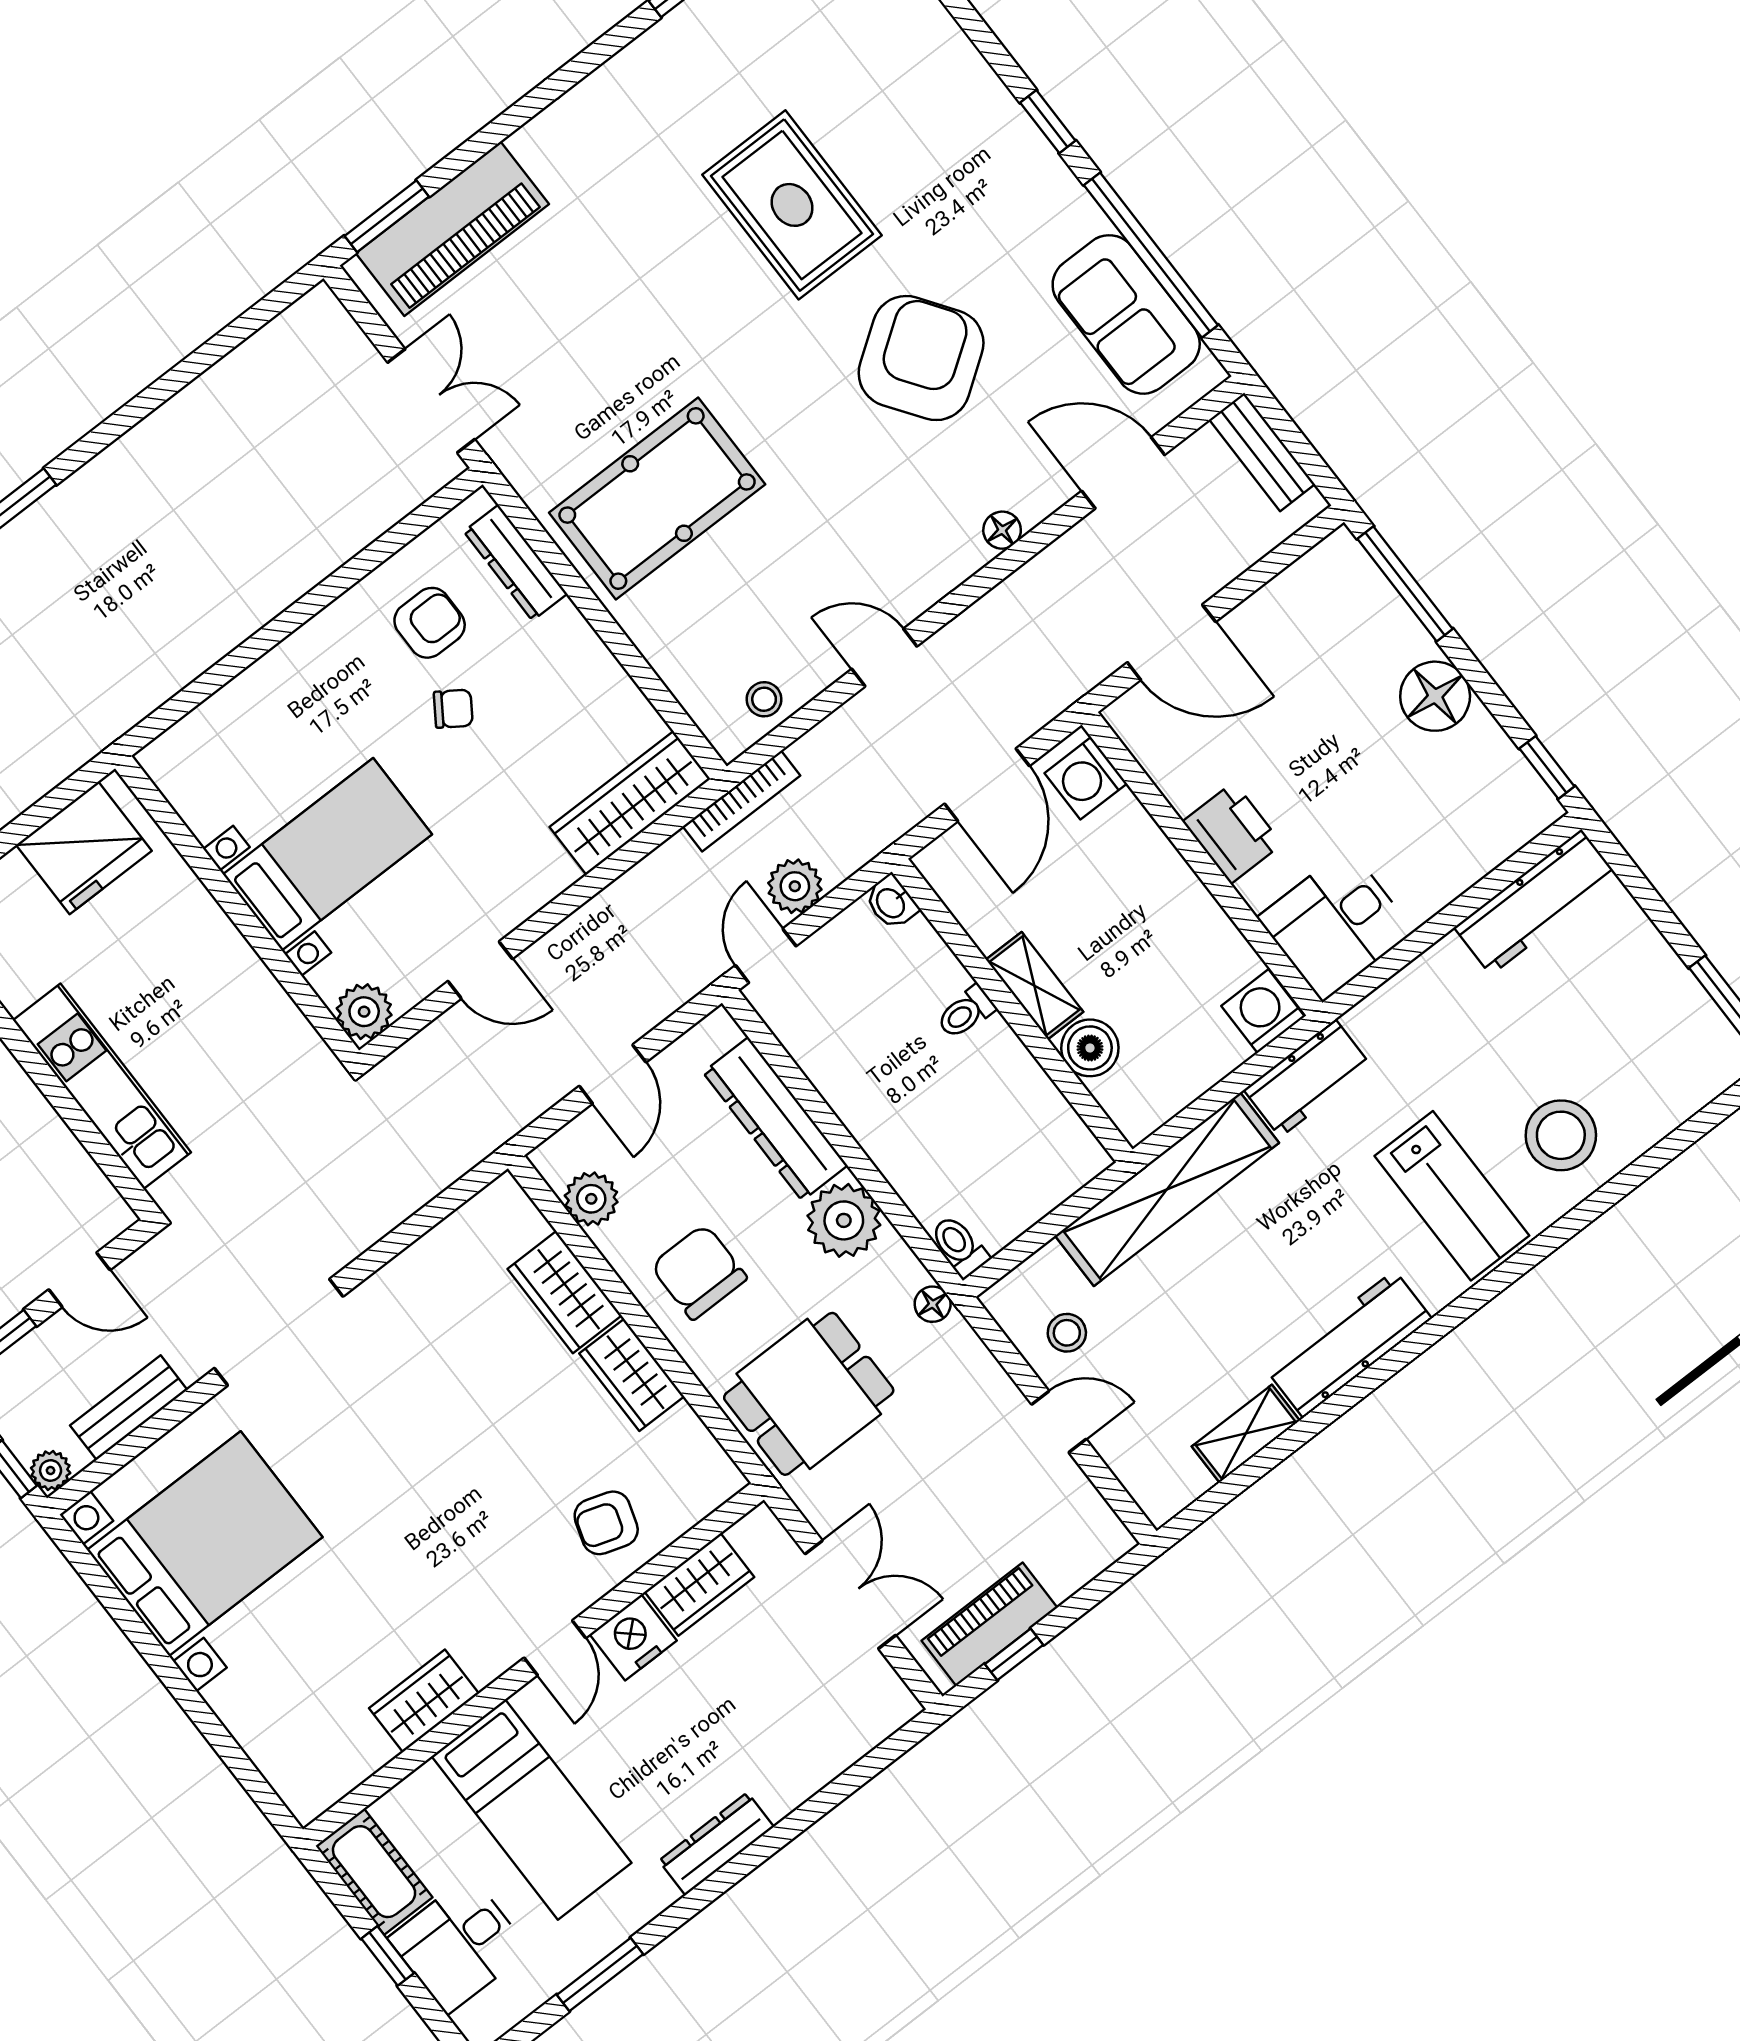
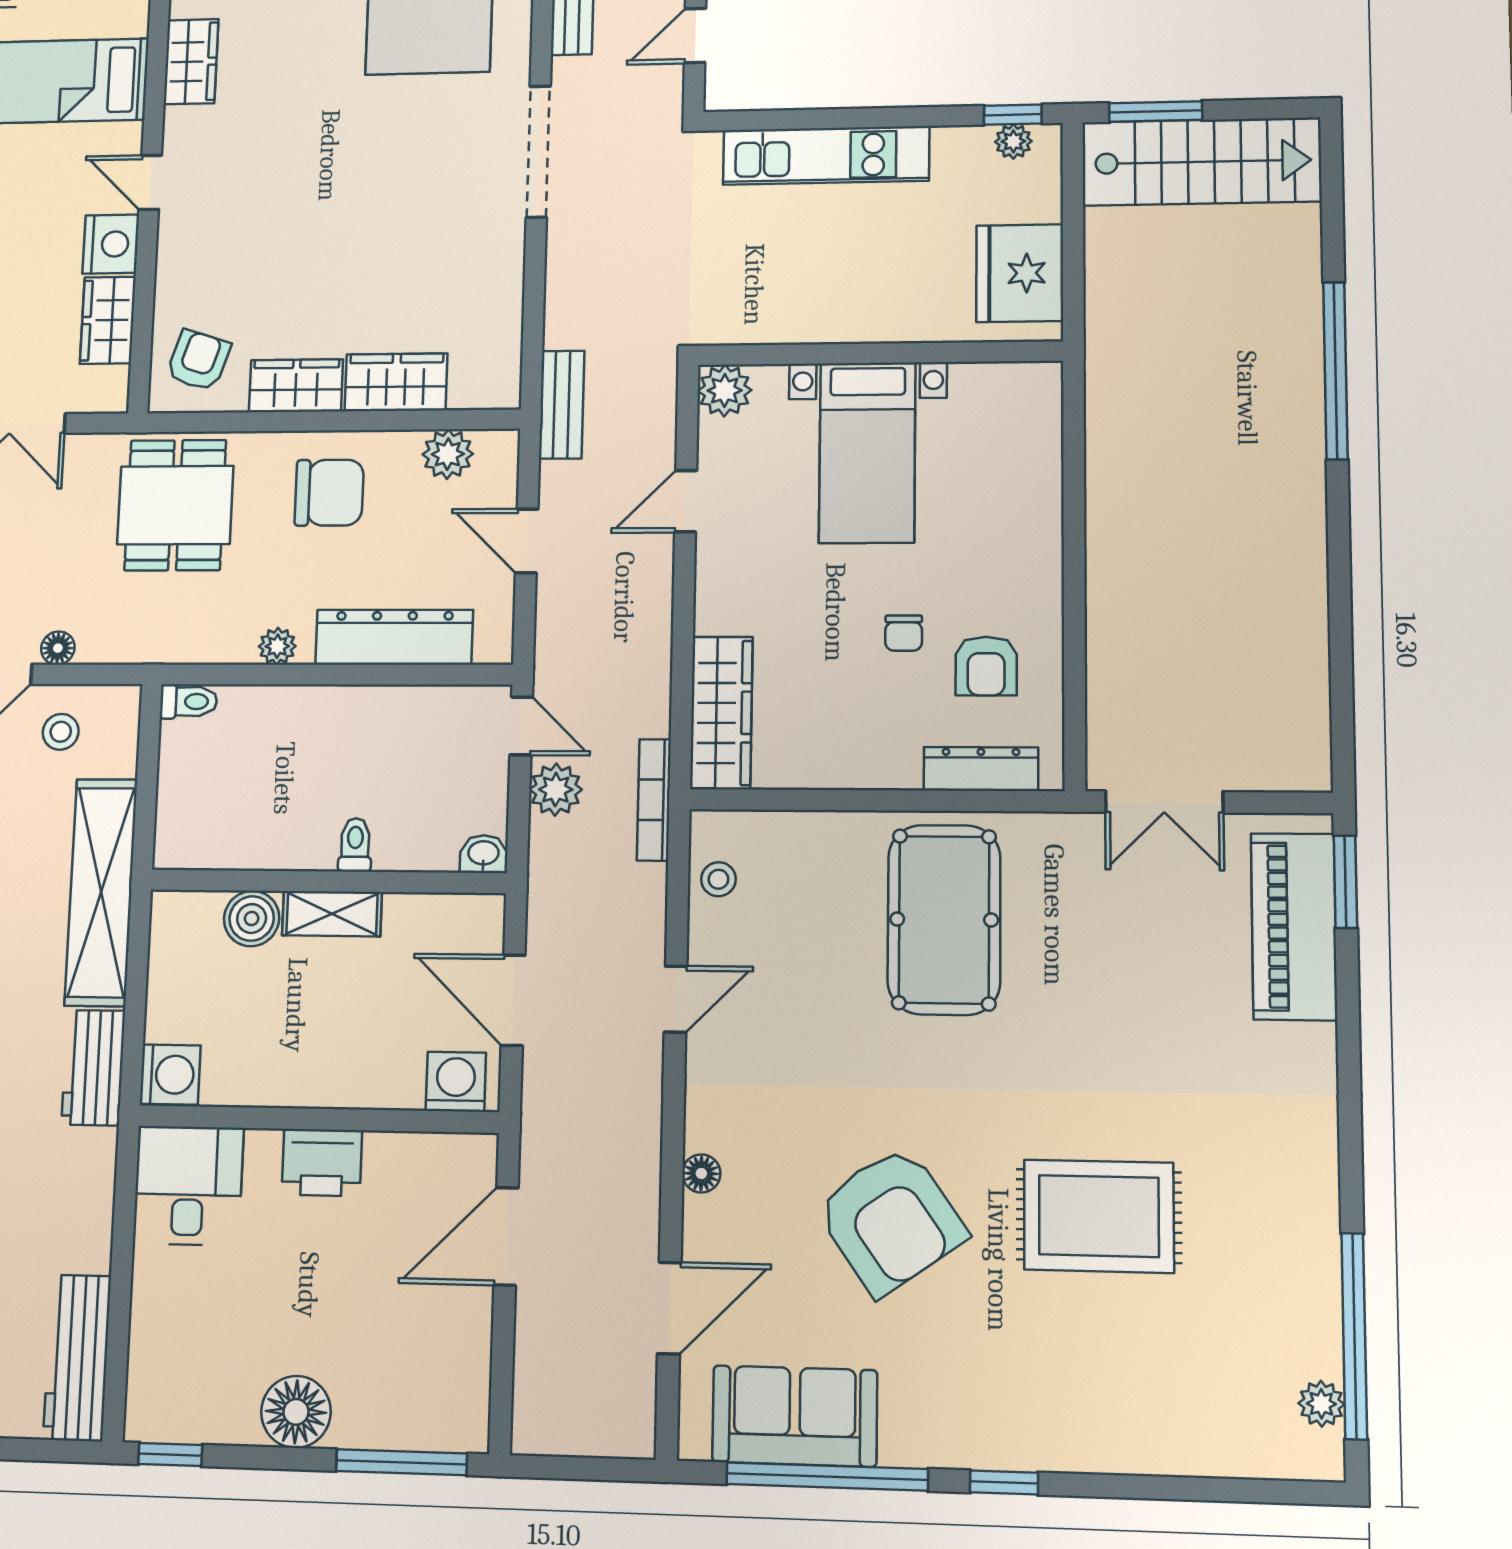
bench: (1262, 452) -> (562, 405), moved, turned 90
chair: (453, 709) -> (904, 633), turned -34
plant: (844, 1220) -> (277, 646), width x0.53, depth x0.53
floor lamp: (933, 1304) -> (58, 648), moved
armchair: (606, 1523) -> (198, 360), moved

